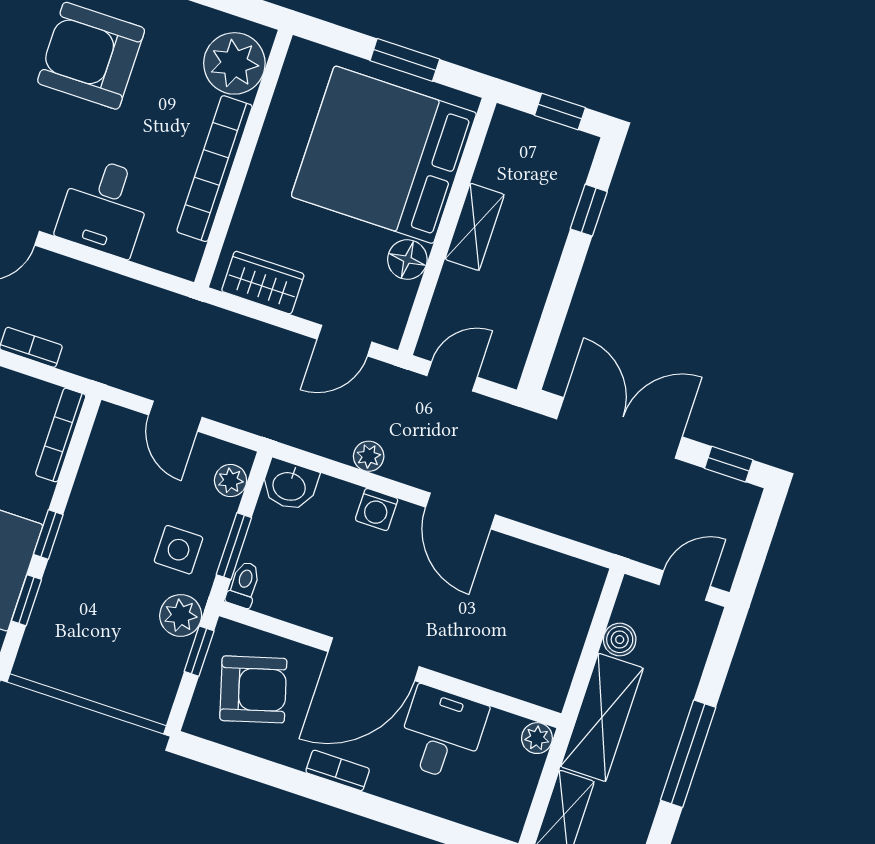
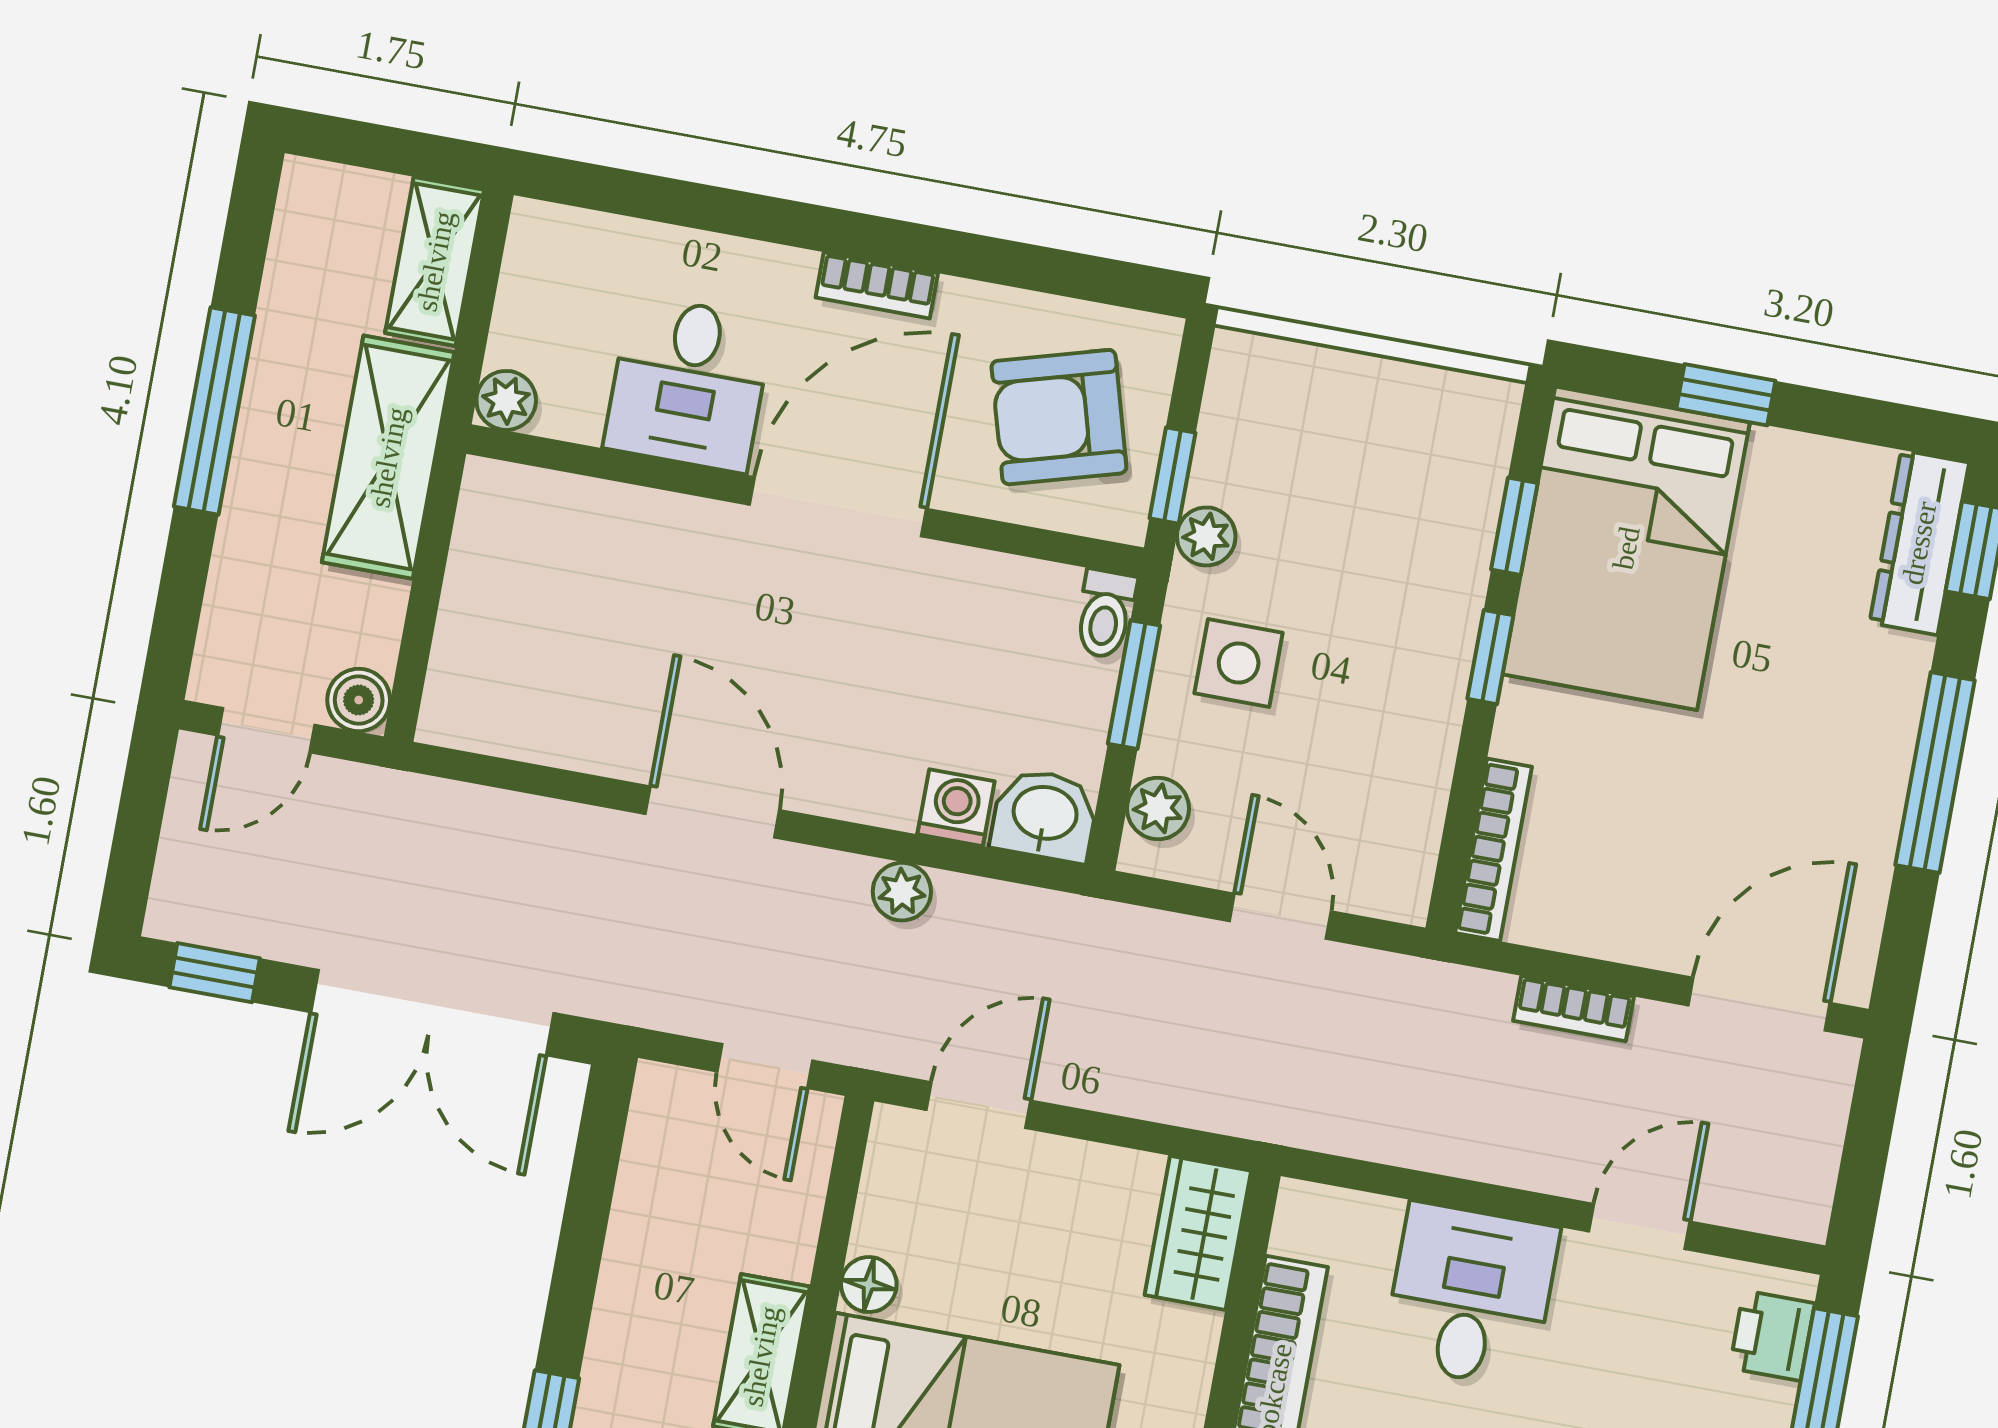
floor lamp: (407, 260) -> (869, 1285), width x0.73, depth x0.73
wardrobe: (263, 283) -> (1198, 1233), moved, turned 90
door: (452, 376) -> (765, 1066), hinge flipped
washing machine: (377, 509) -> (956, 808), moved
plant: (181, 615) -> (1206, 536), width x0.73, depth x0.73
boiler: (620, 640) -> (359, 700), moved

